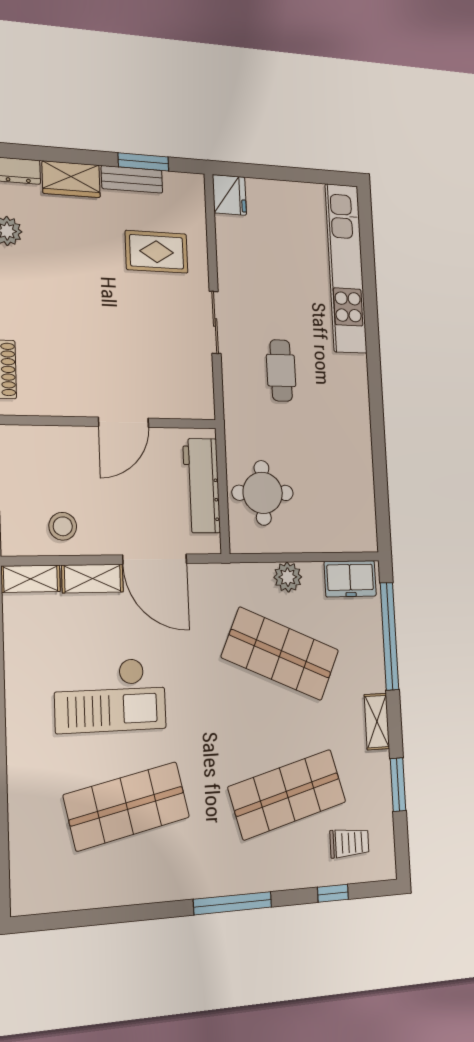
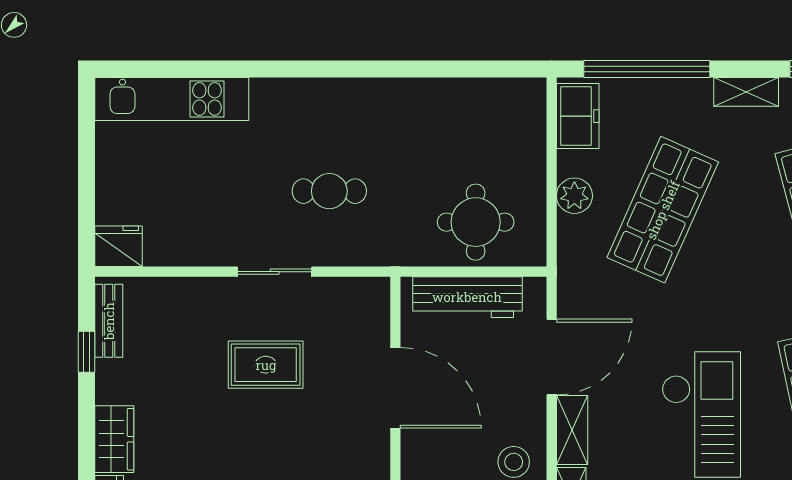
window: (143, 162) -> (86, 352), width x0.67
bench: (132, 179) -> (109, 321), moved
rug: (157, 252) -> (266, 365), moved, turned 90
kitchen unit: (346, 268) -> (172, 99), width x0.73
door: (123, 422) -> (395, 388), width x1.36

